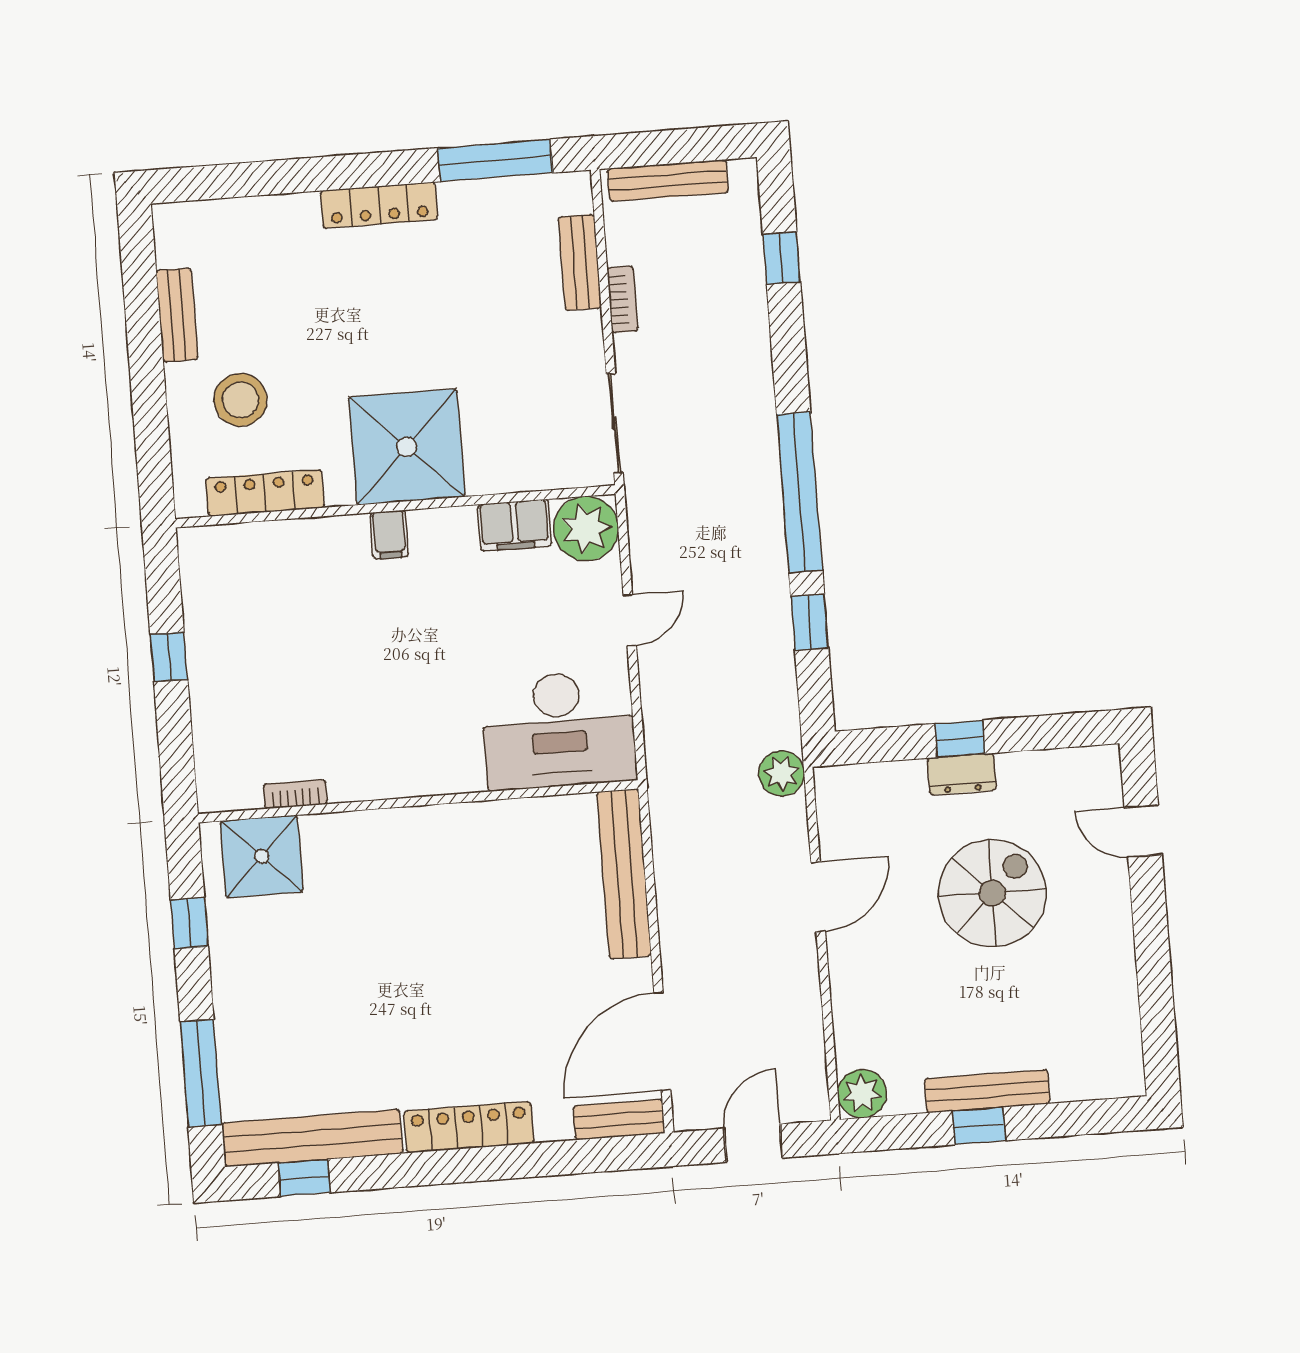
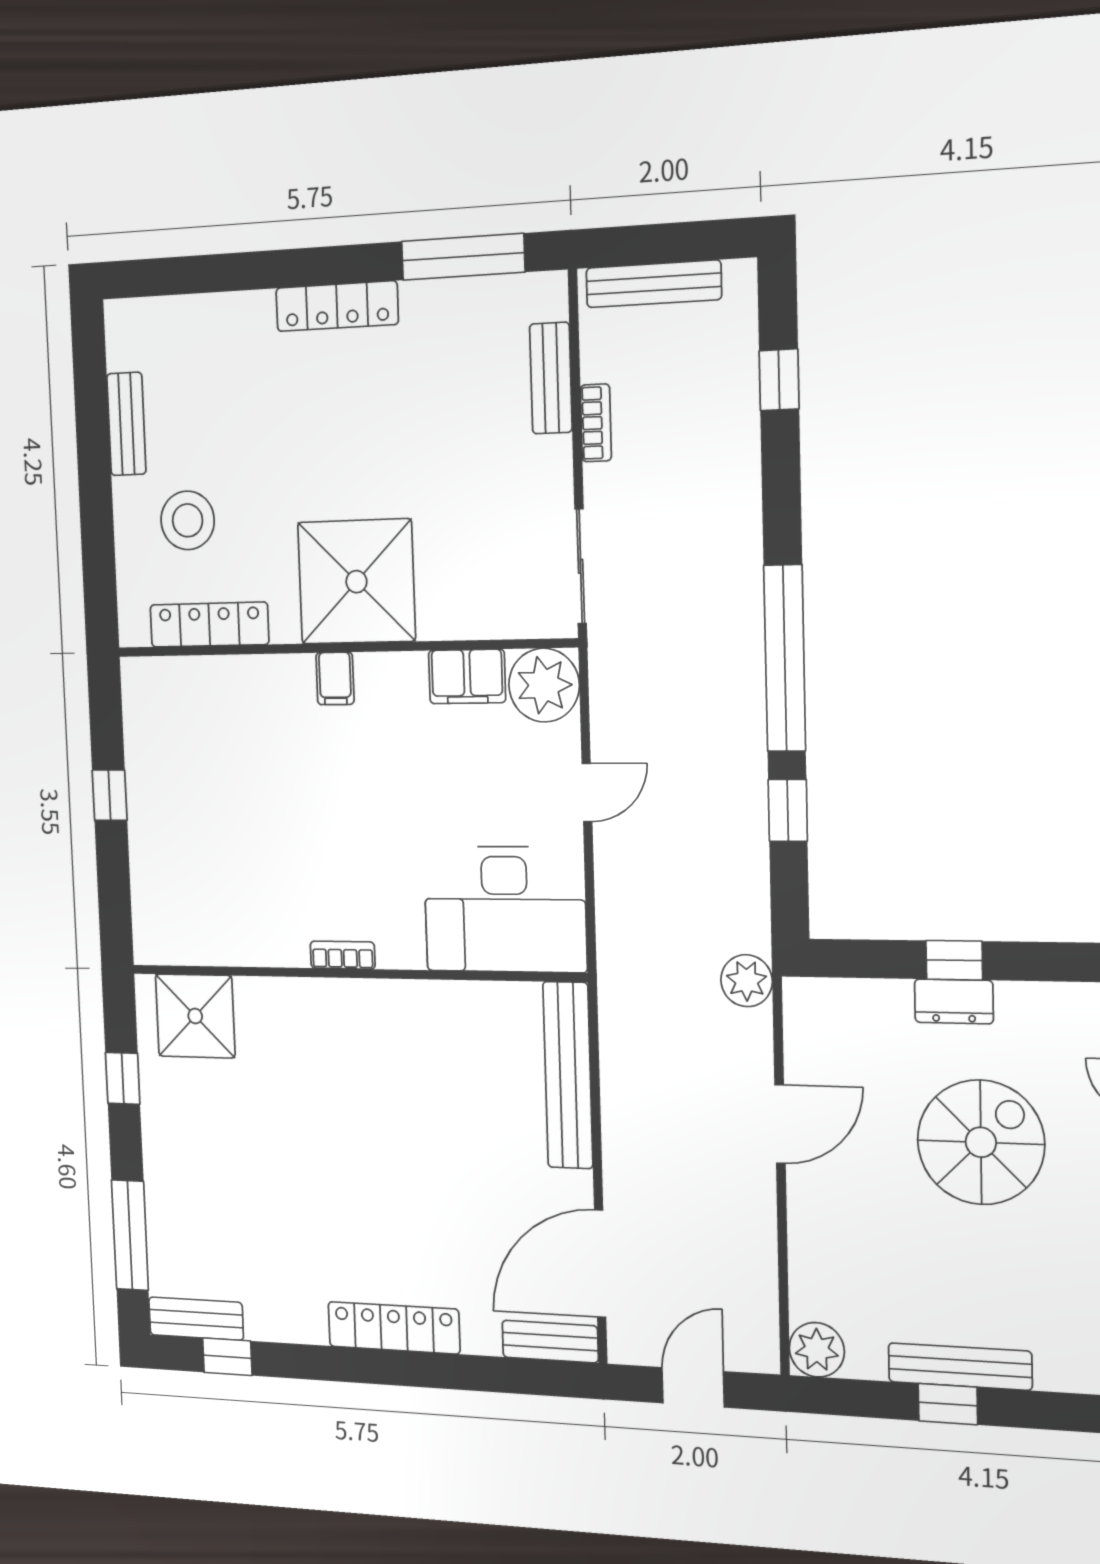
bookcase: (295, 794) -> (343, 955), moved
bench: (312, 1138) -> (196, 1319), width x0.54, depth x0.82

